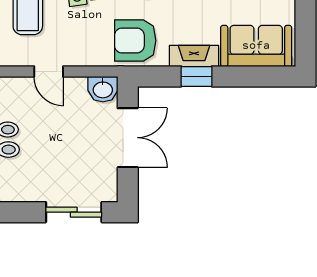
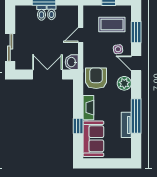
window: (197, 76) -> (78, 126), moved
double door: (128, 138) -> (47, 74), swing flipped

